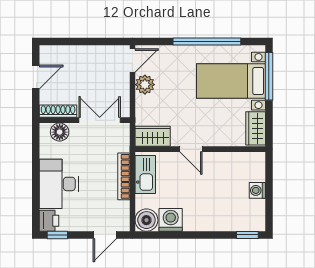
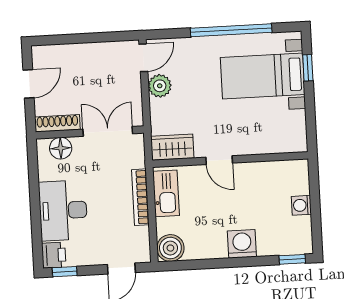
window: (269, 76) -> (308, 68), width x0.46
wardrobe: (256, 128) -> (295, 131), removed
washing machine: (171, 220) -> (242, 244), moved

